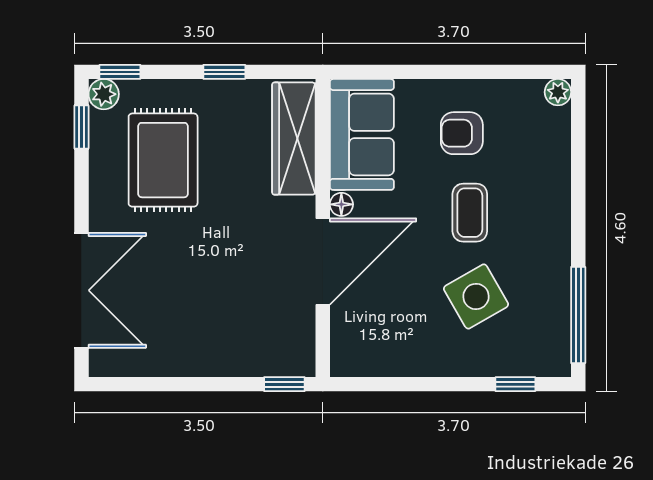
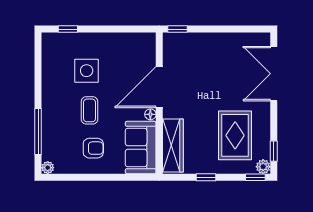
side table: (476, 296) -> (87, 71), turned 30
window: (578, 315) -> (38, 131), moved

